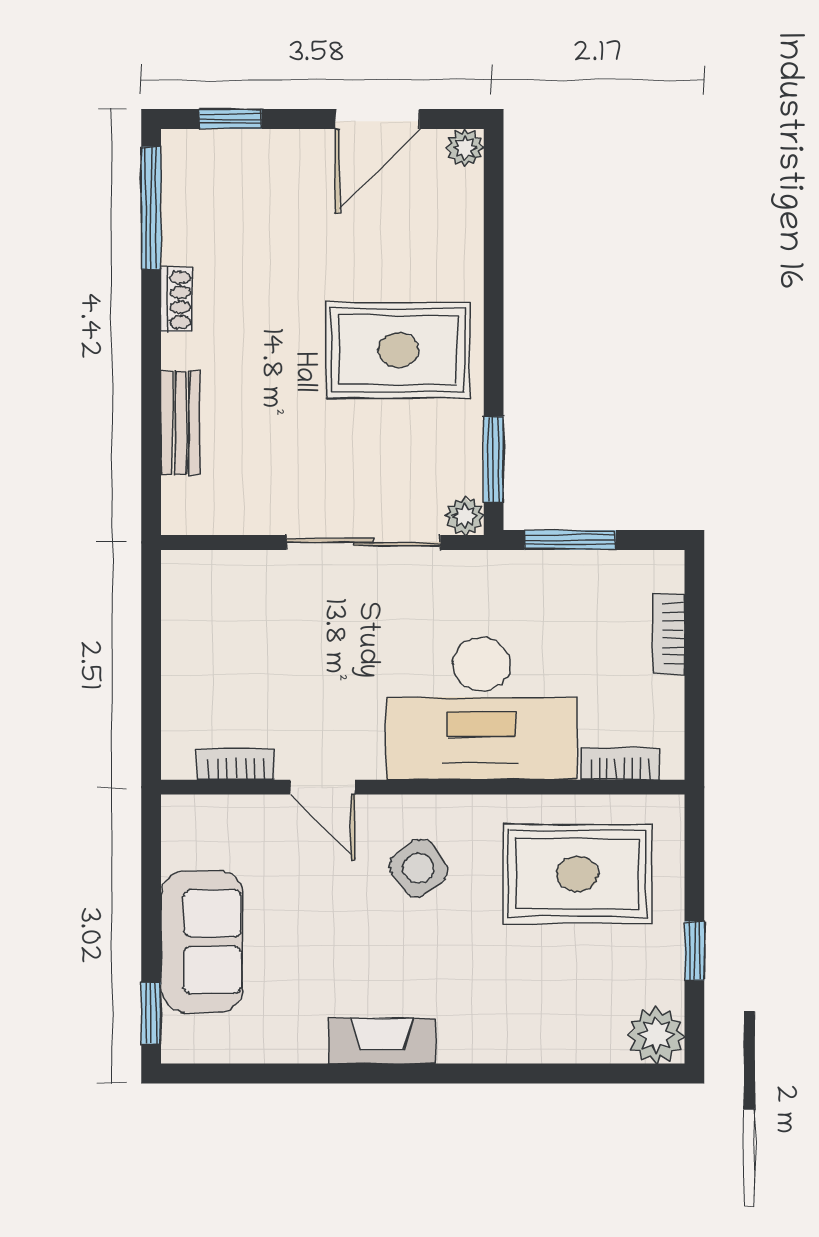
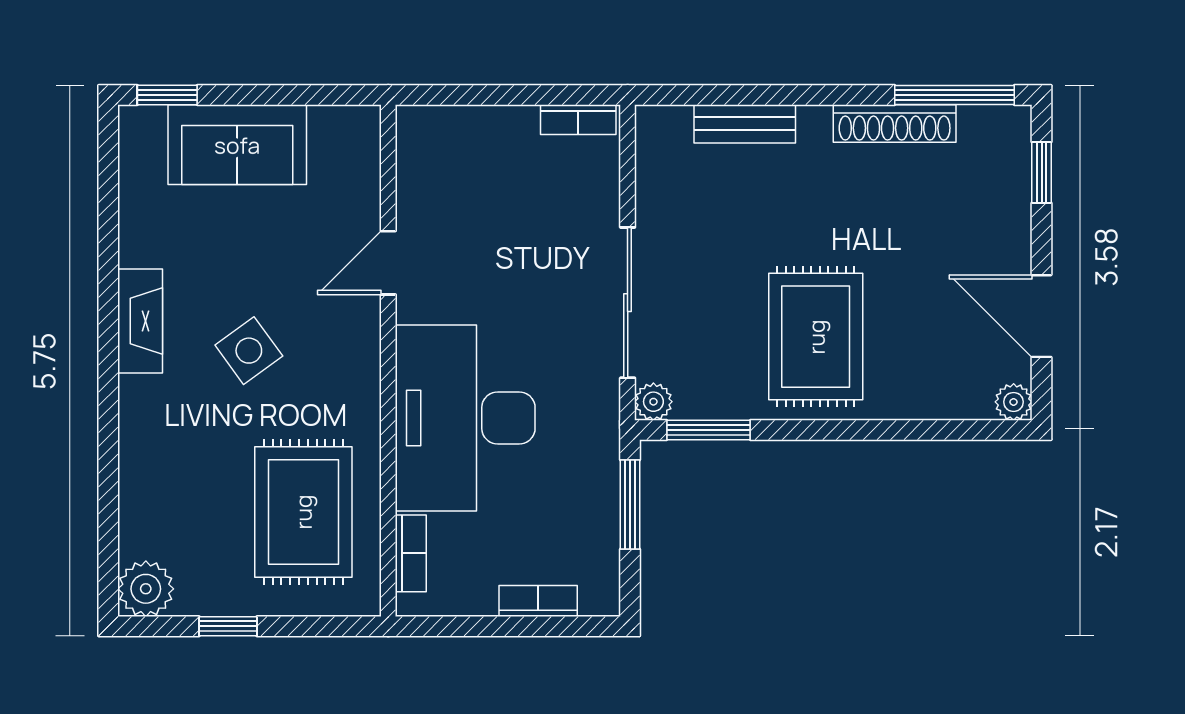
shoe rack: (177, 300) -> (895, 123), width x1.94, depth x1.24
bookcase: (236, 764) -> (578, 120), moved, turned 90
side table: (419, 868) -> (249, 351), moved

